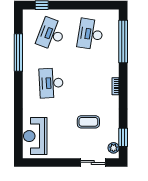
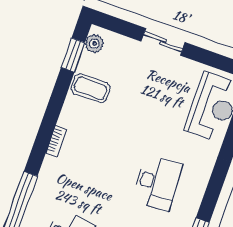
coffee table: (88, 122) -> (91, 88), moved
sliding door: (93, 162) -> (163, 42), moved

